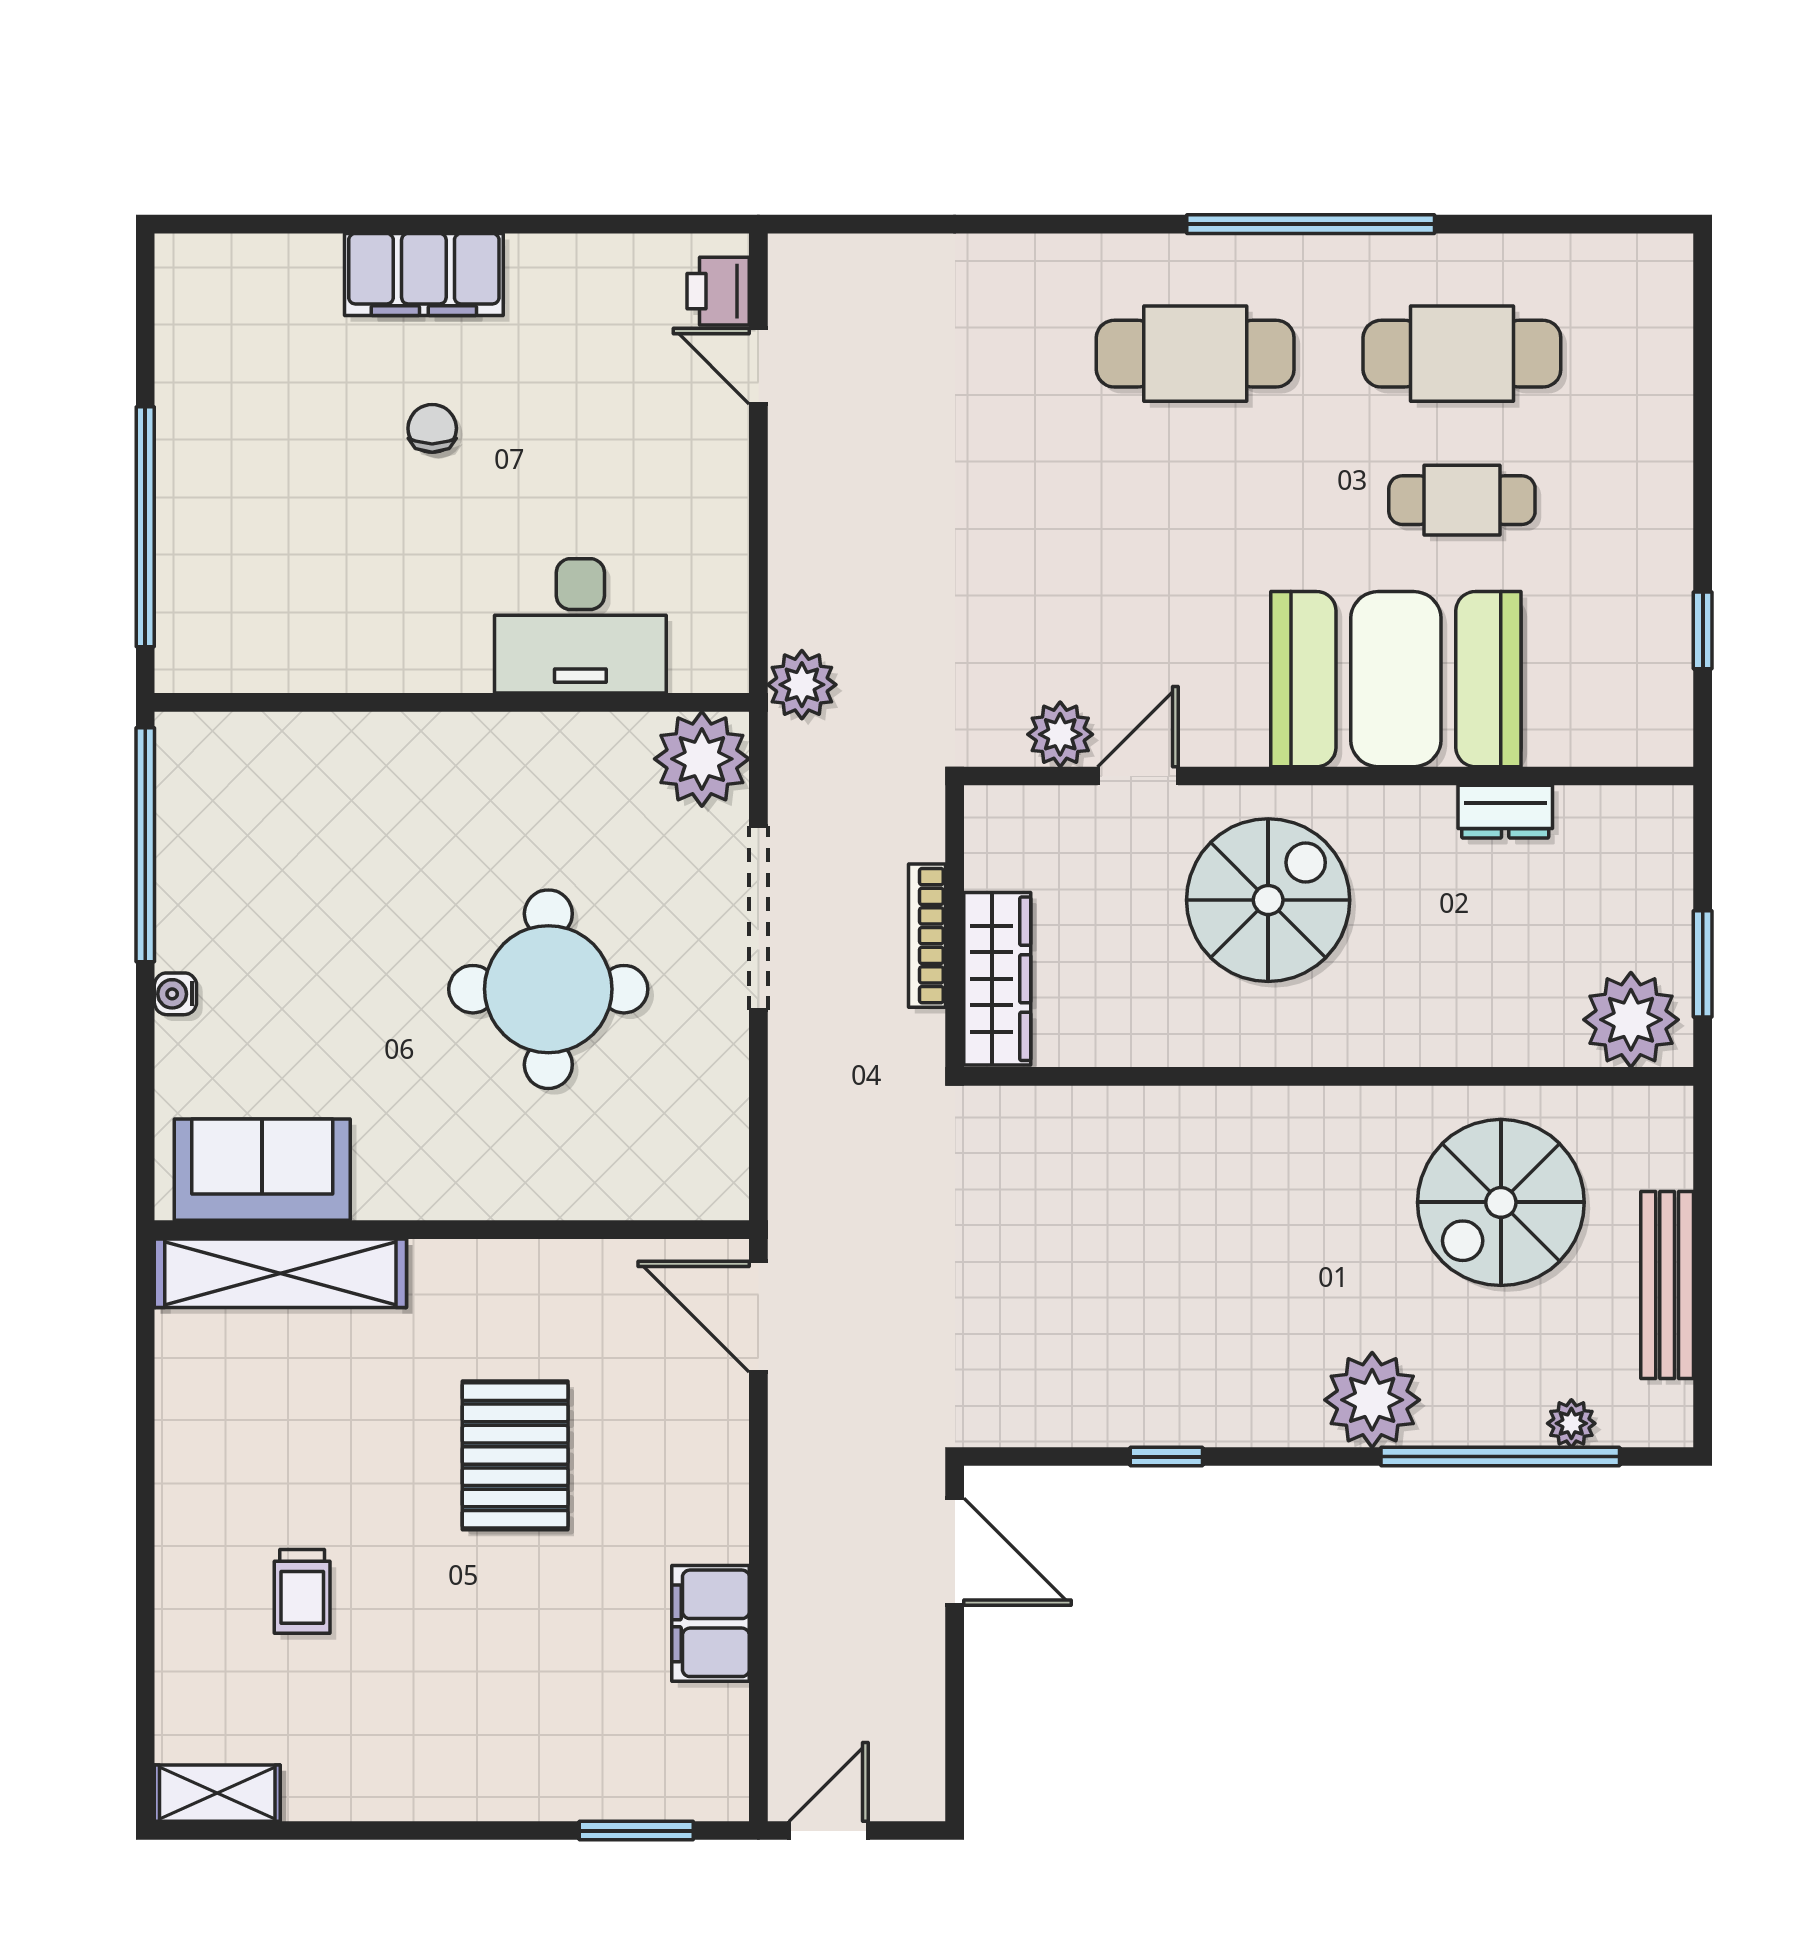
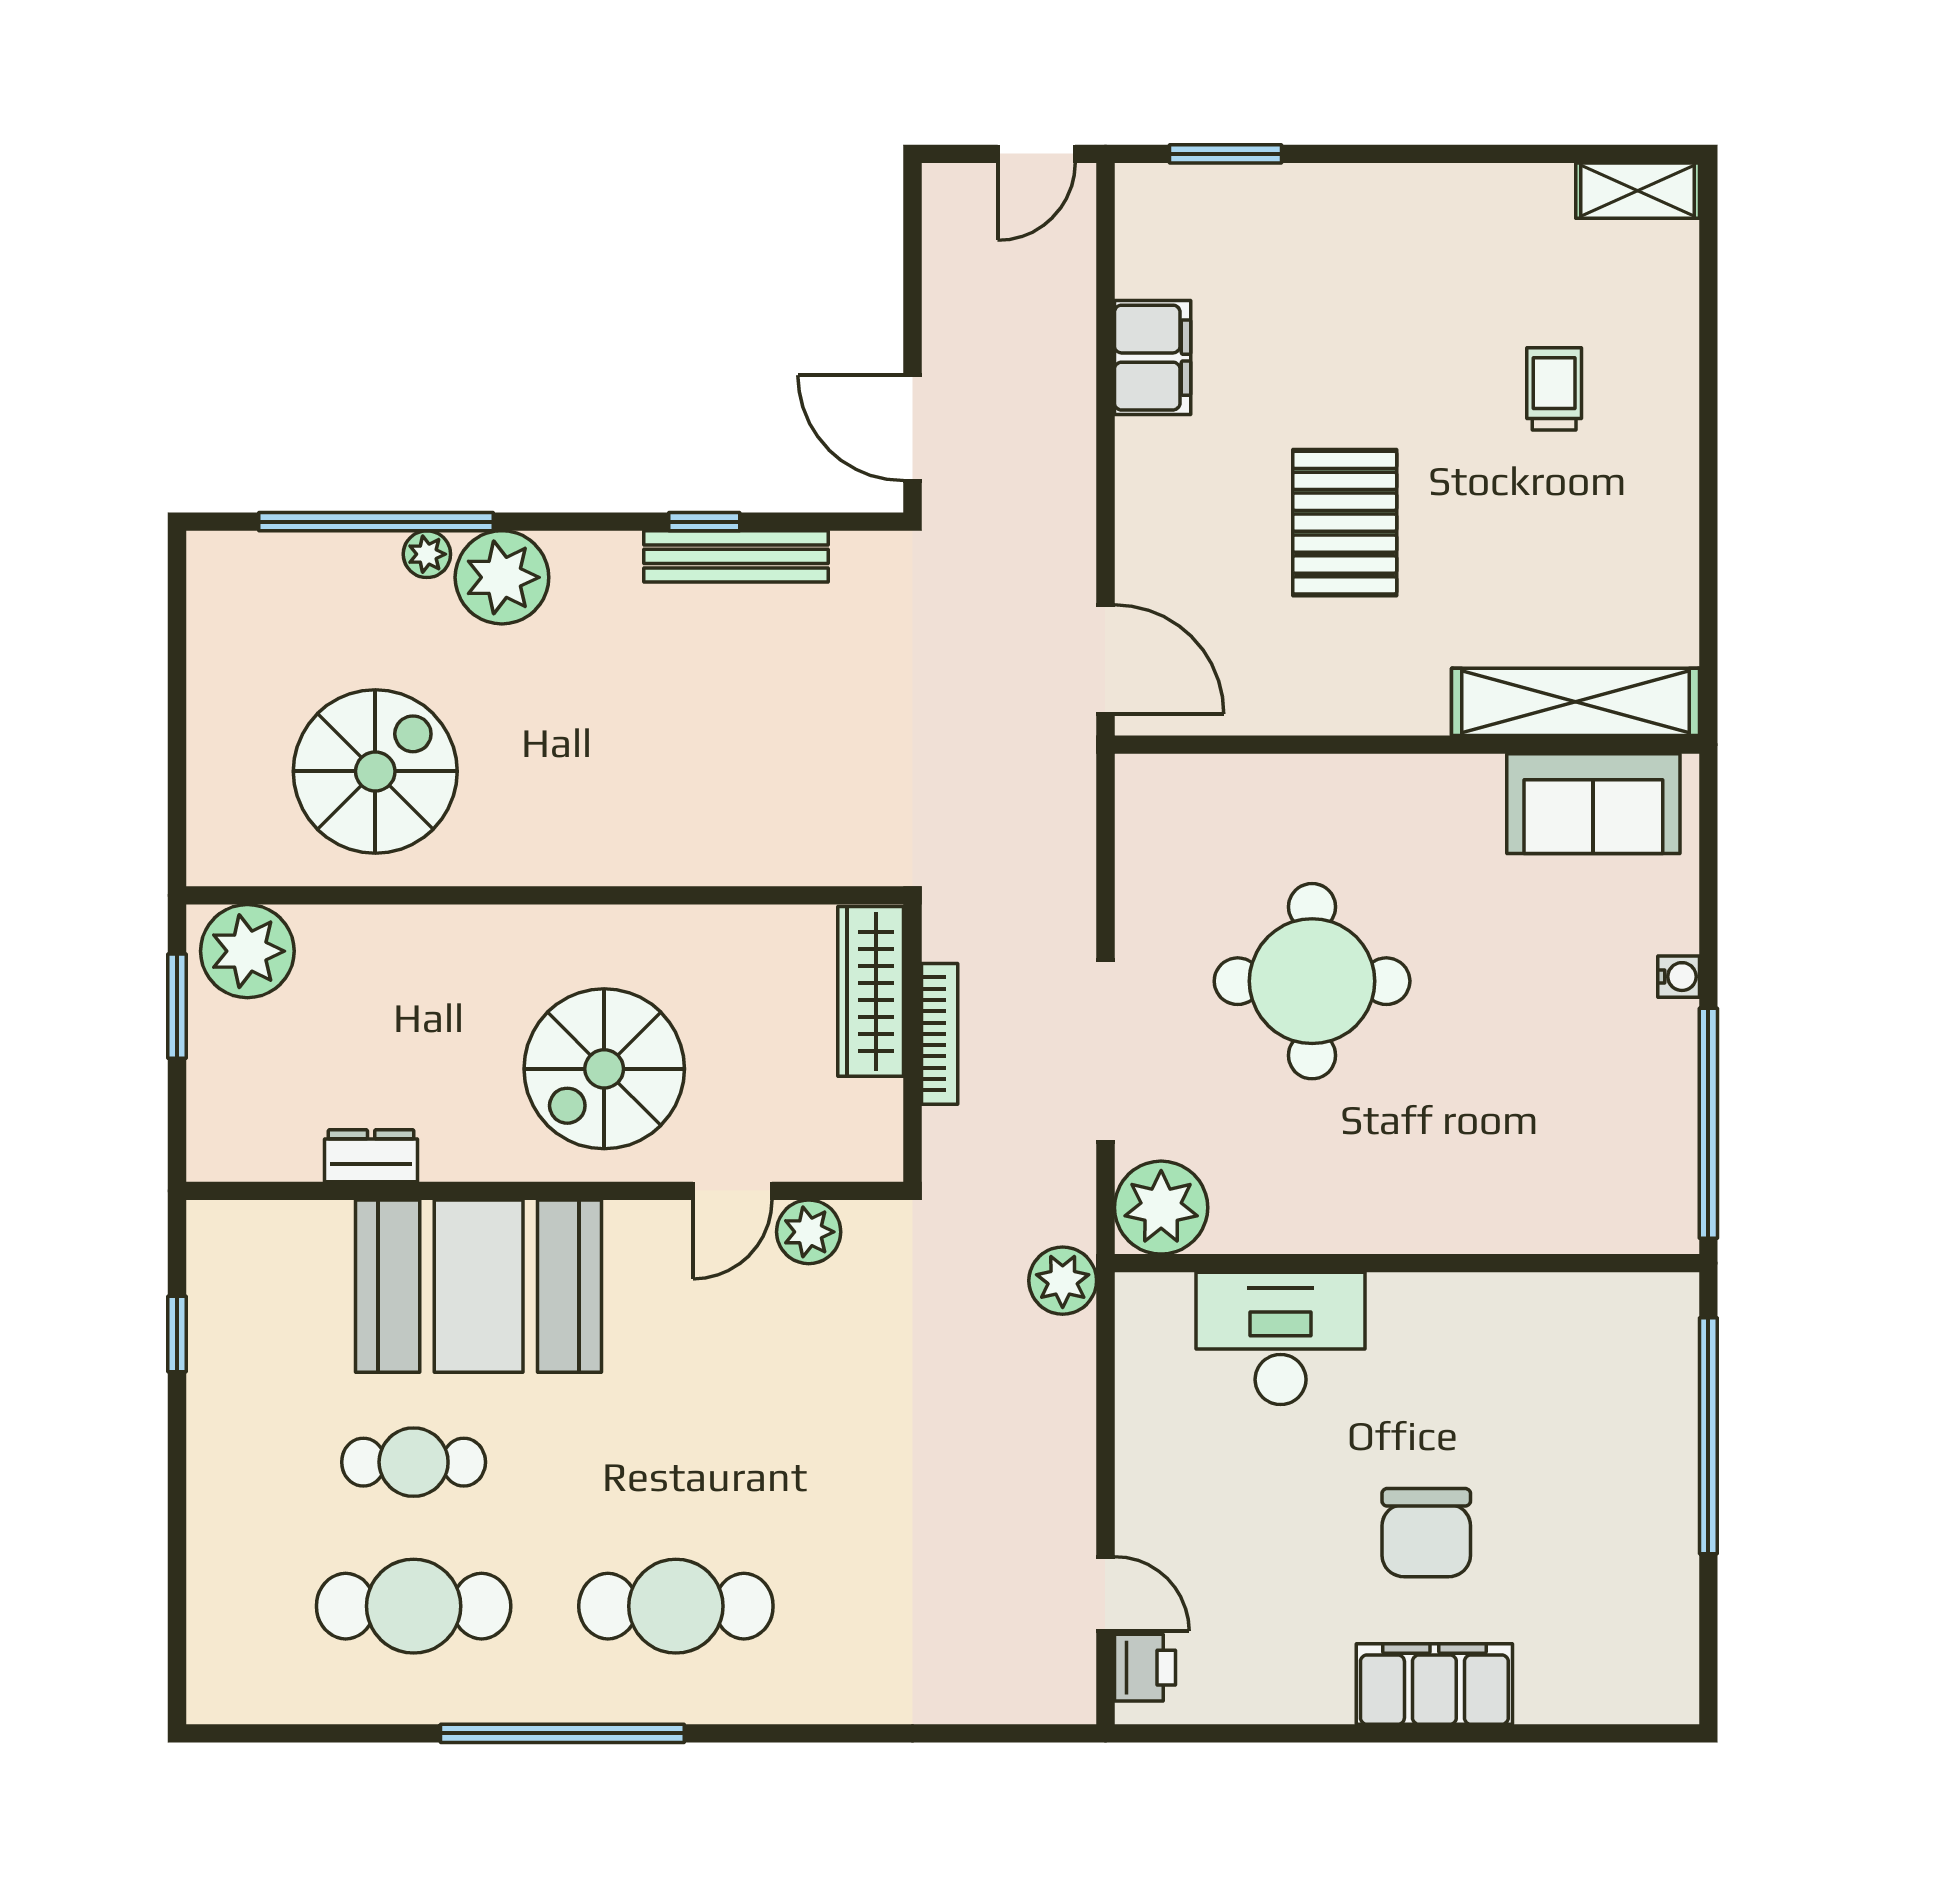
chair: (432, 428) -> (1426, 1533), width x1.87, depth x1.87
bench: (1667, 1285) -> (736, 556), moved, turned 90
plant: (1571, 1423) -> (427, 554), moved

